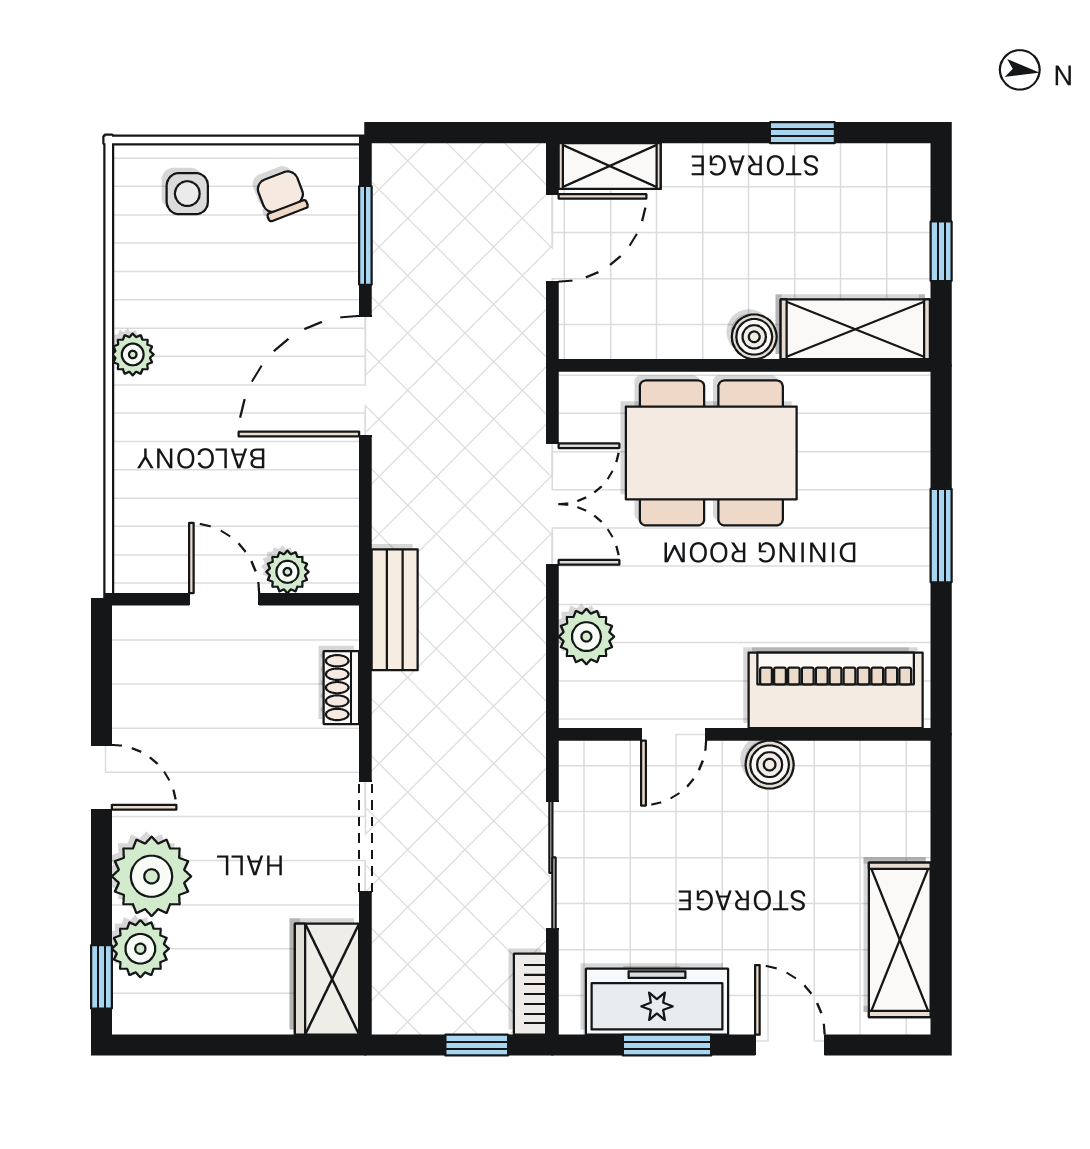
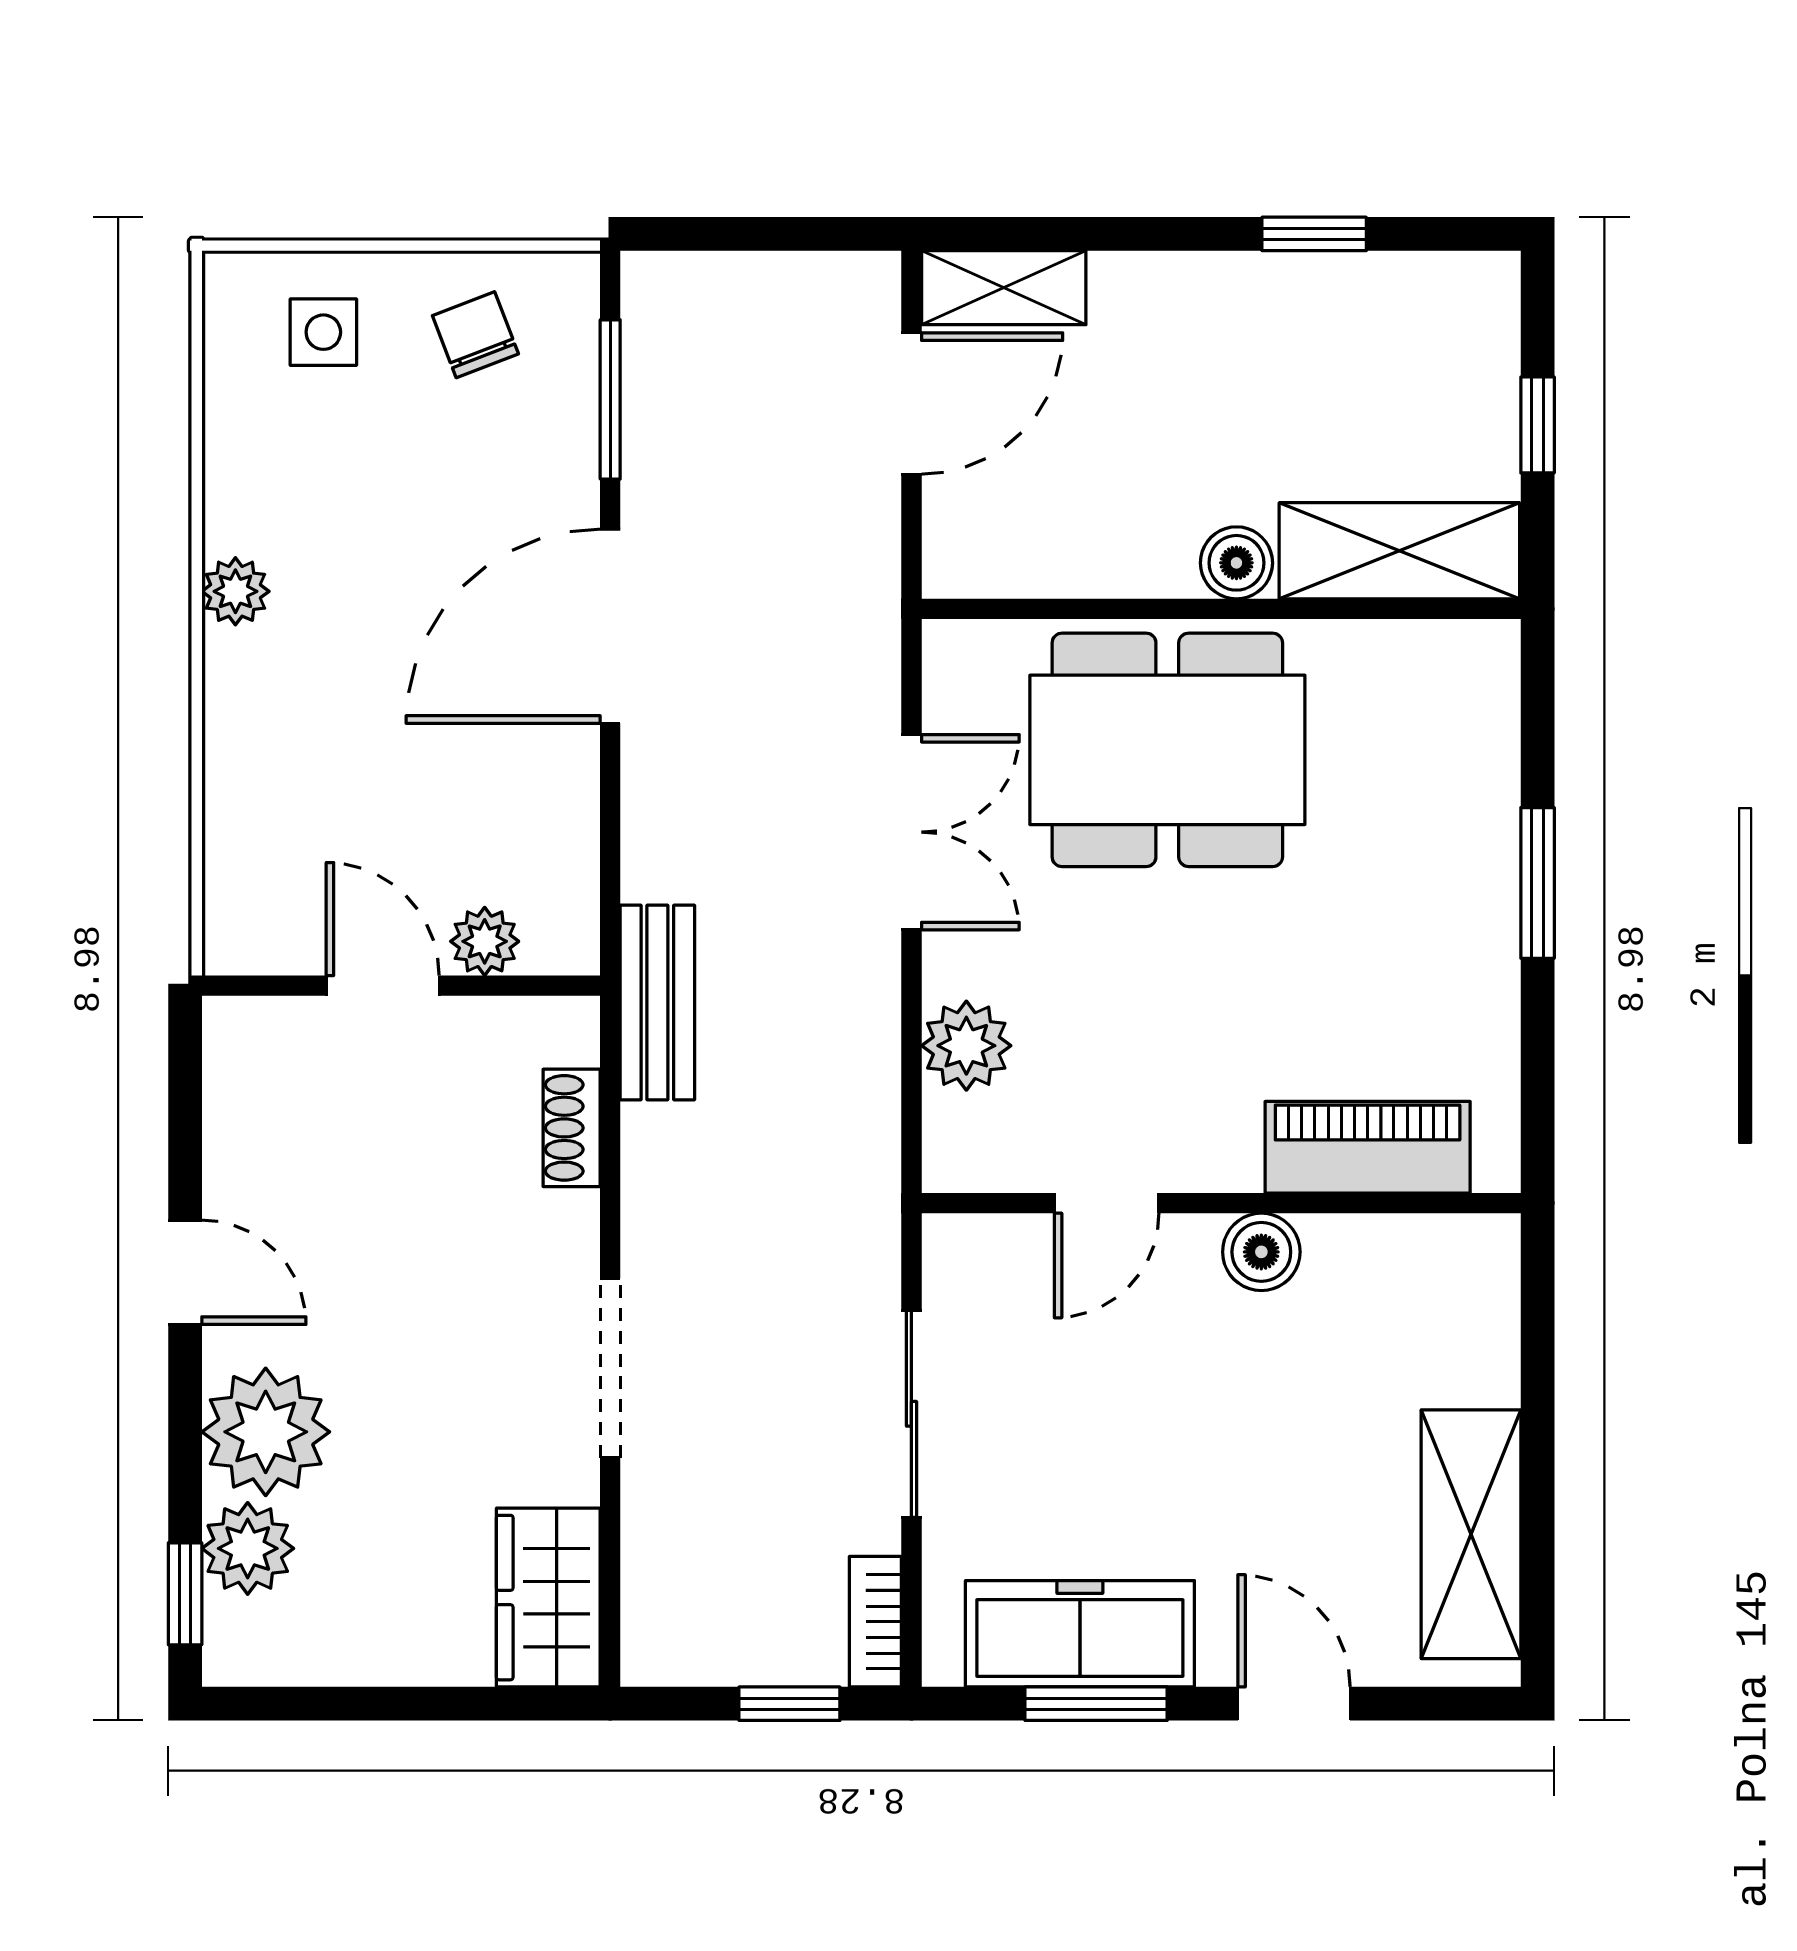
piano: (836, 690) -> (1368, 1147), width x0.73, depth x0.75

